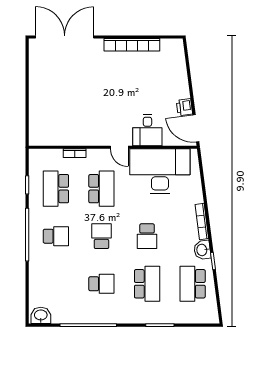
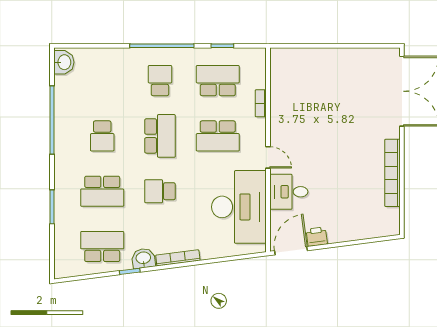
door: (119, 147) -> (268, 157), swing flipped
school desk: (56, 236) -> (160, 81), turned 180
school desk: (101, 236) -> (160, 136), width x1.85

